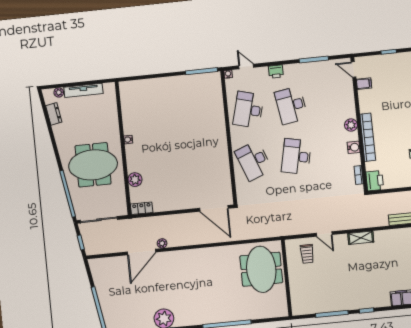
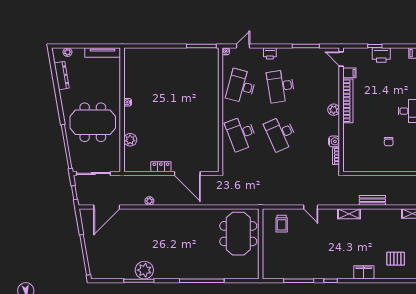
door: (246, 67) -> (243, 46), hinge flipped
tv unit: (83, 90) -> (103, 53), moved
dresser: (54, 114) -> (62, 76), width x1.44
bookcase: (368, 137) -> (348, 101), moved
water cooler: (354, 147) -> (334, 141), moved
desk: (296, 156) -> (281, 133), turned -36
printer: (375, 181) -> (381, 55), moved, turned 90
locker: (142, 208) -> (161, 167), moved
door: (214, 208) -> (187, 173), moved
door: (324, 234) -> (311, 207), moved
shelving: (361, 238) -> (349, 214), moved
door: (141, 252) -> (107, 207), moved

